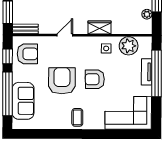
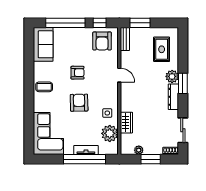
wardrobe: (100, 27) -> (126, 123), moved
armchair: (62, 81) -> (77, 73), width x0.53, depth x0.53
sofa: (23, 101) -> (43, 44), moved, turned -90

